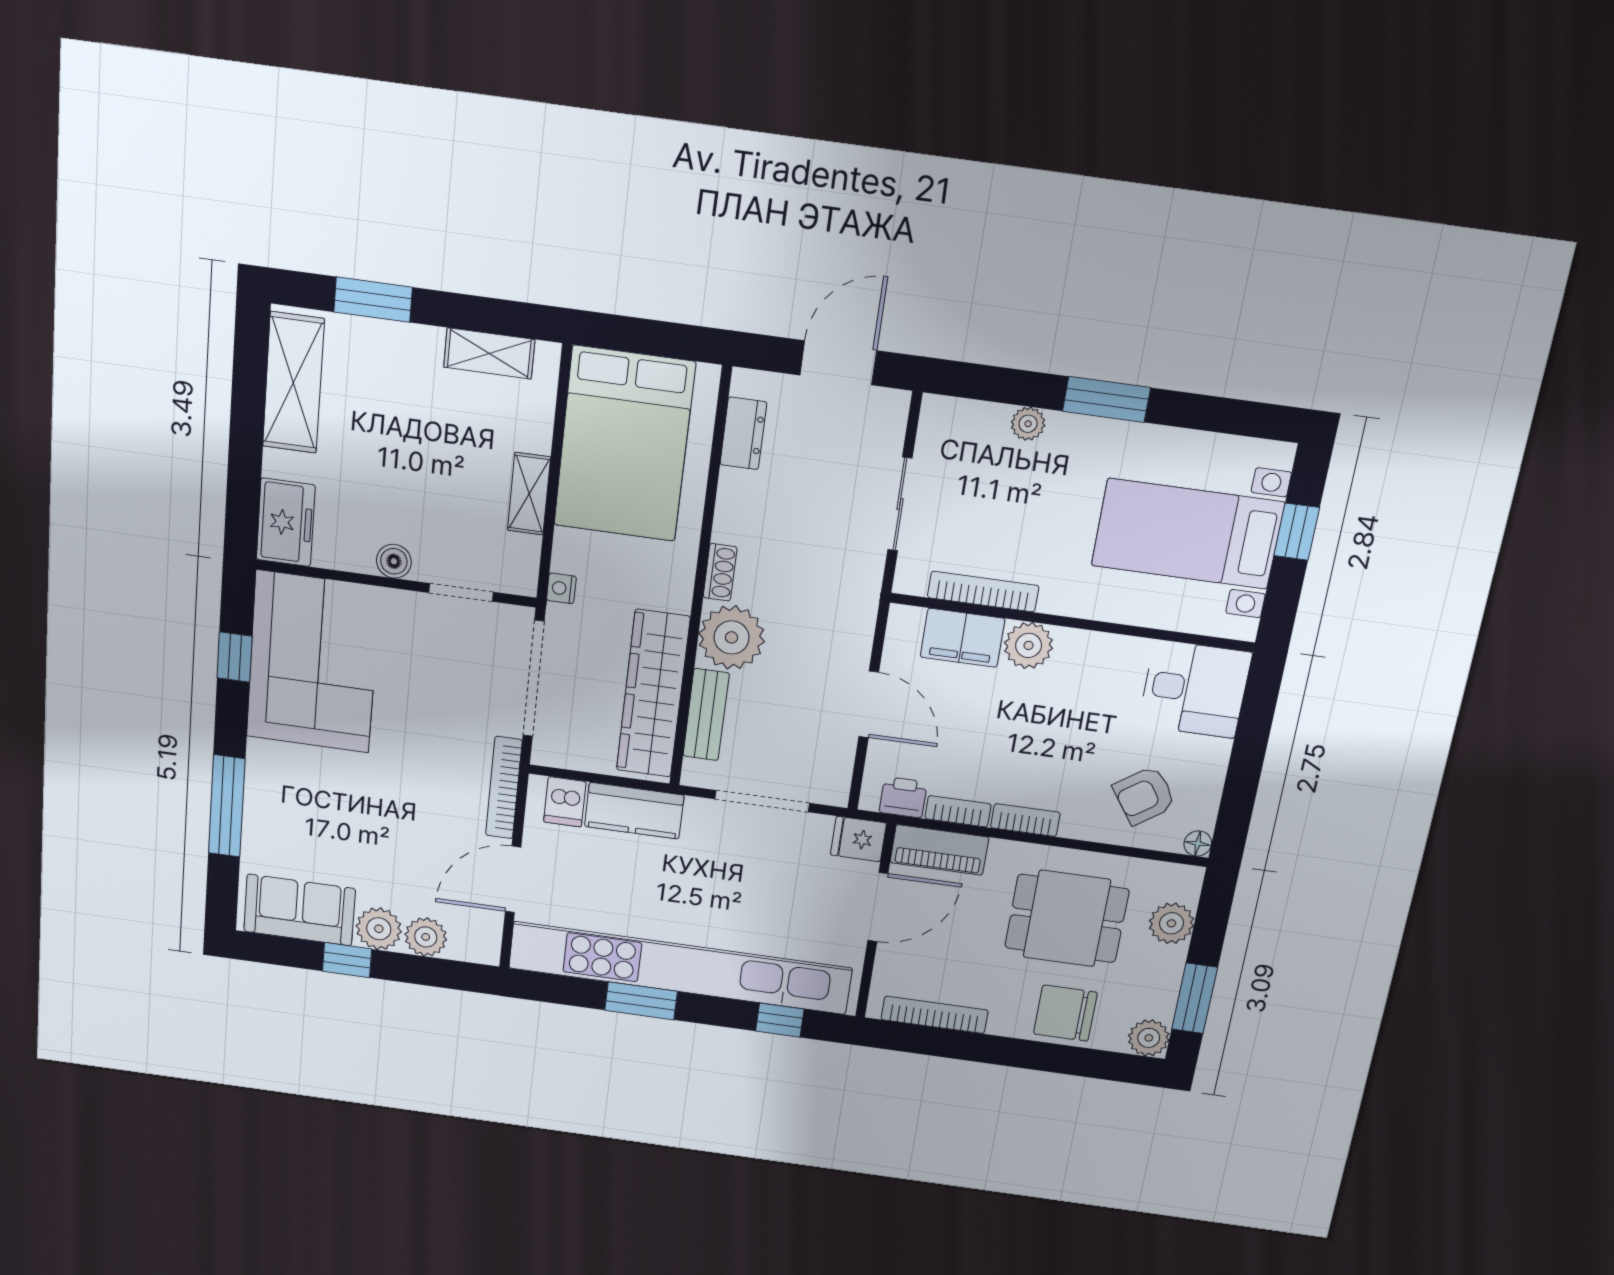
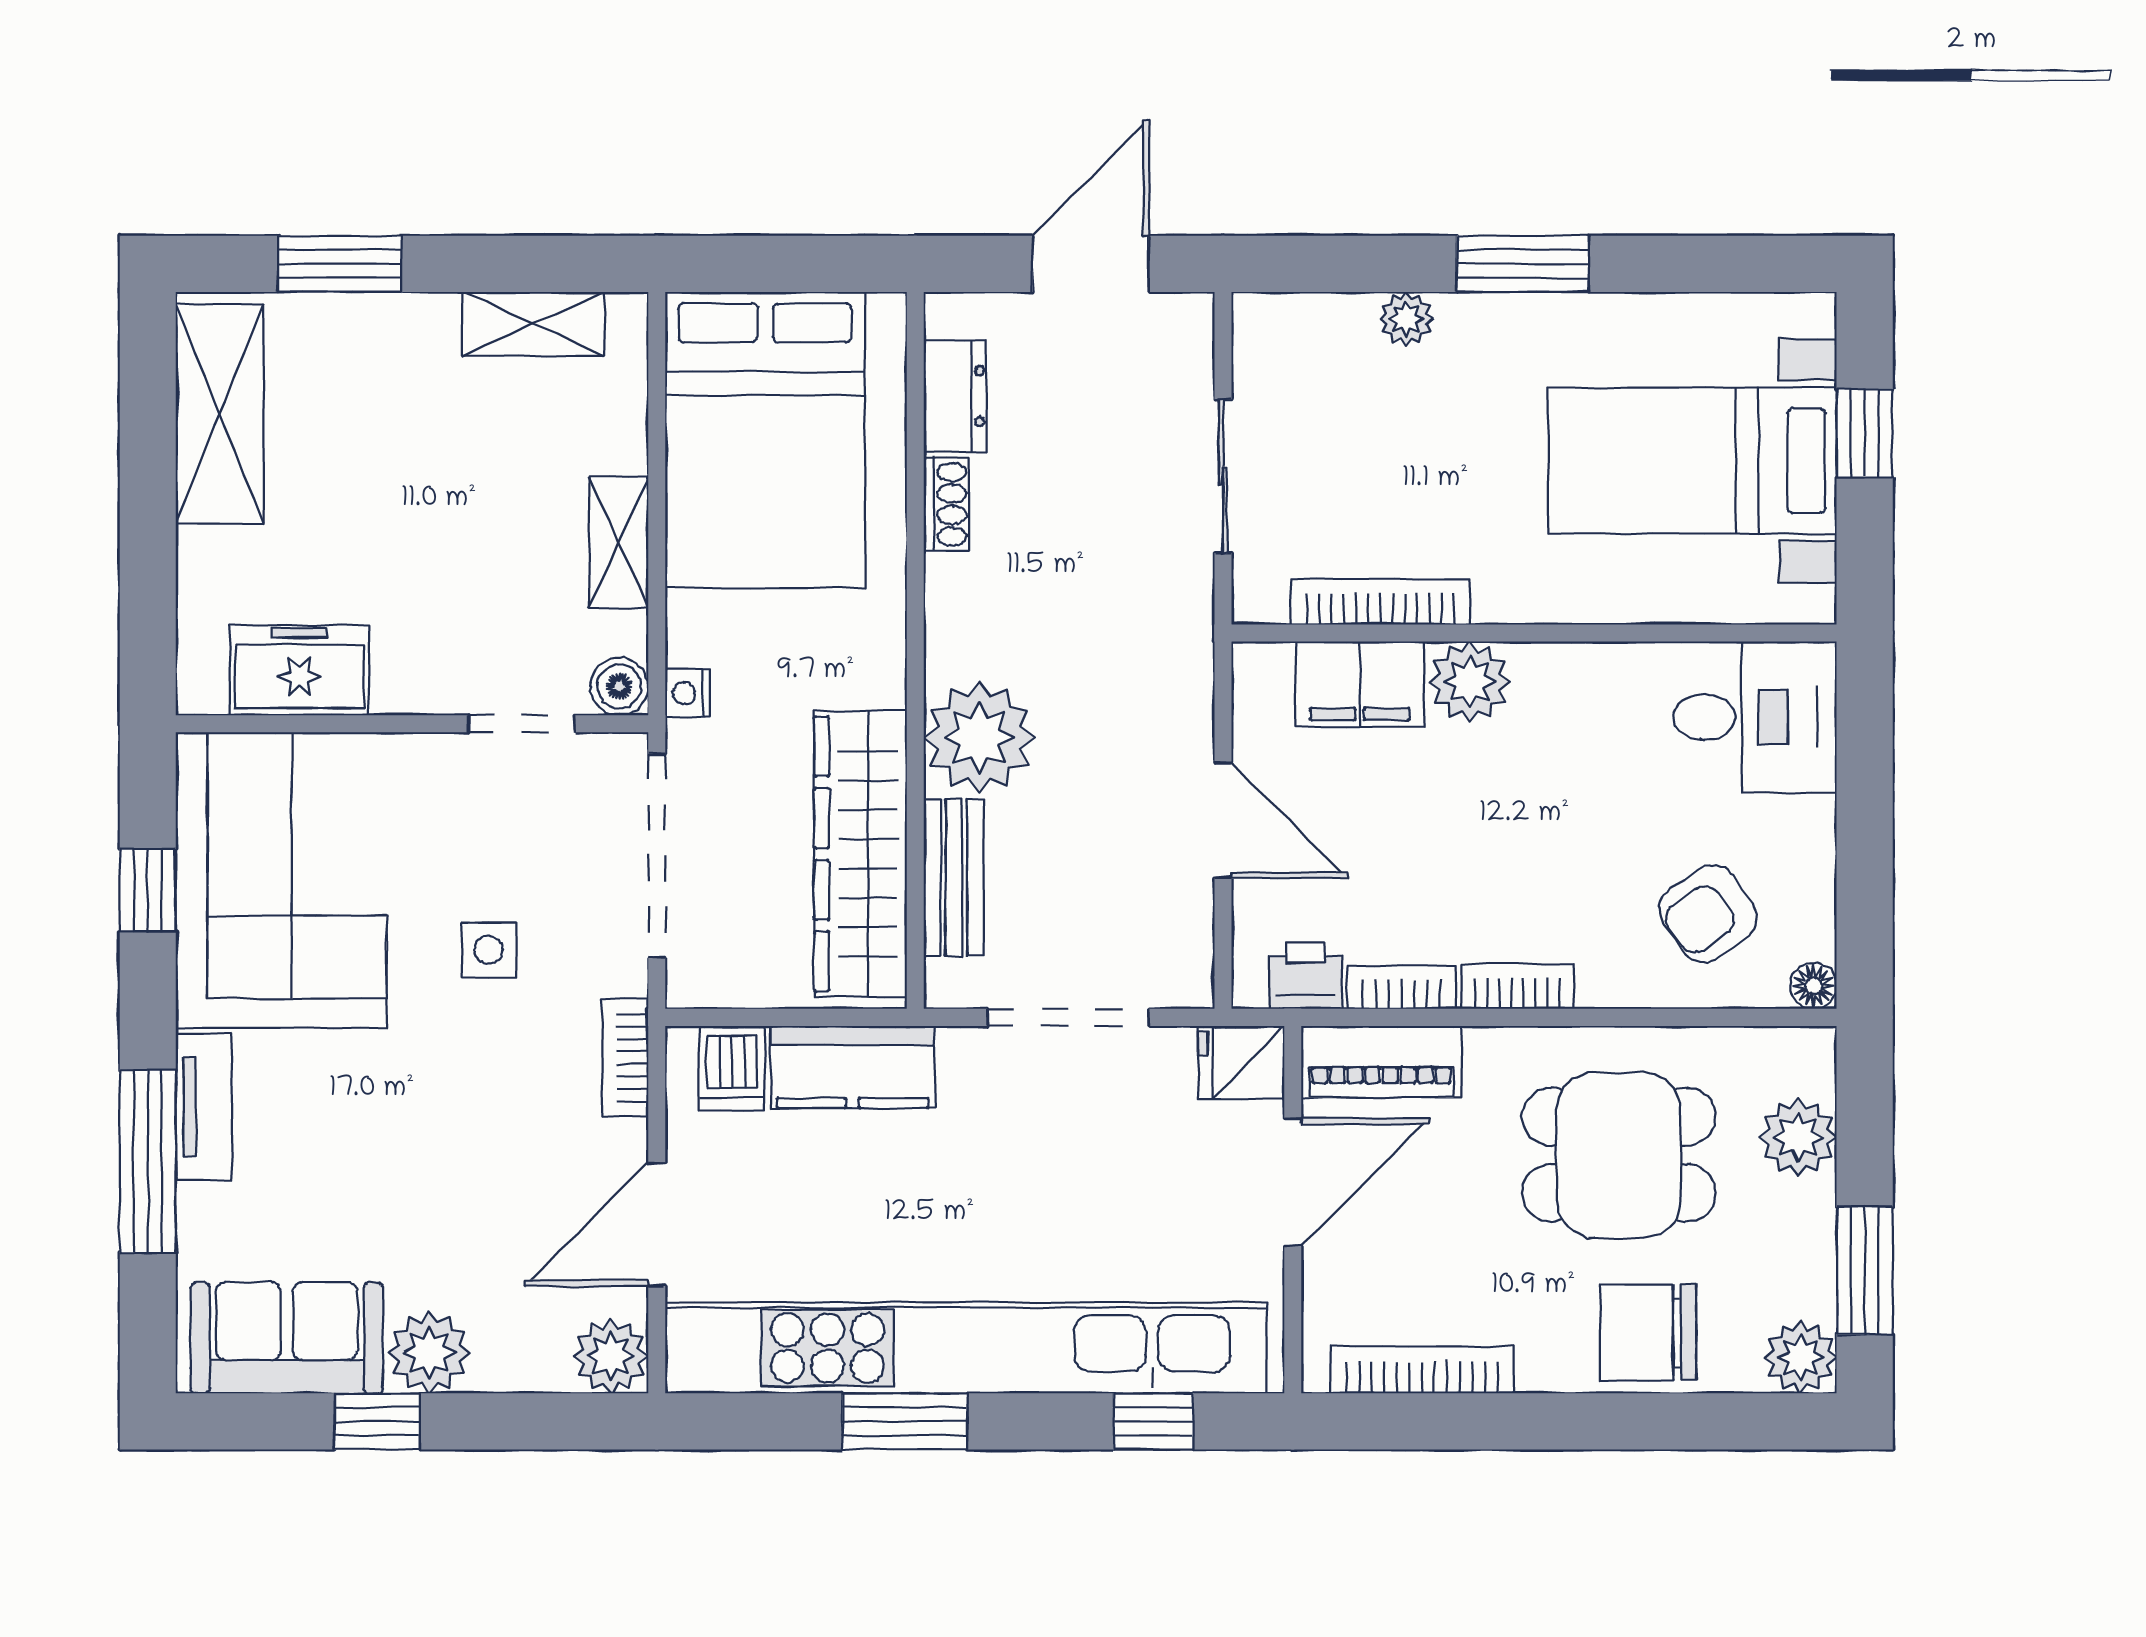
freezer: (286, 522) -> (299, 670), moved, turned -90
boiler: (394, 561) -> (619, 686), moved
shoe rack: (720, 572) -> (946, 504), moved
side table: (430, 718) -> (489, 950), added
tv unit: (260, 781) -> (204, 1107), added
bookcase: (504, 788) -> (625, 1058), width x0.64
plant: (426, 937) -> (611, 1356), moved

